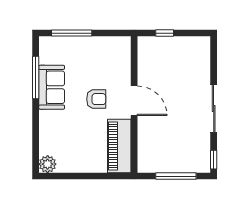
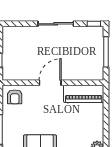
armchair: (96, 99) -> (15, 97), moved, turned 180

